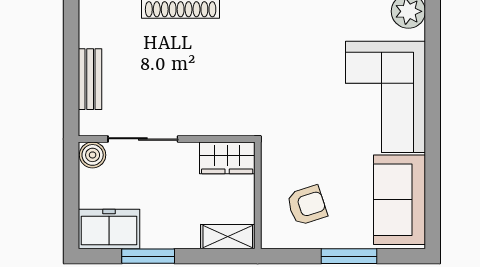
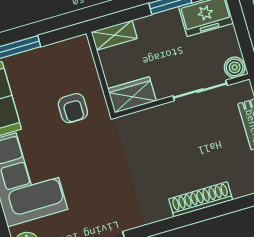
armchair: (307, 205) -> (73, 108), moved, turned -72

